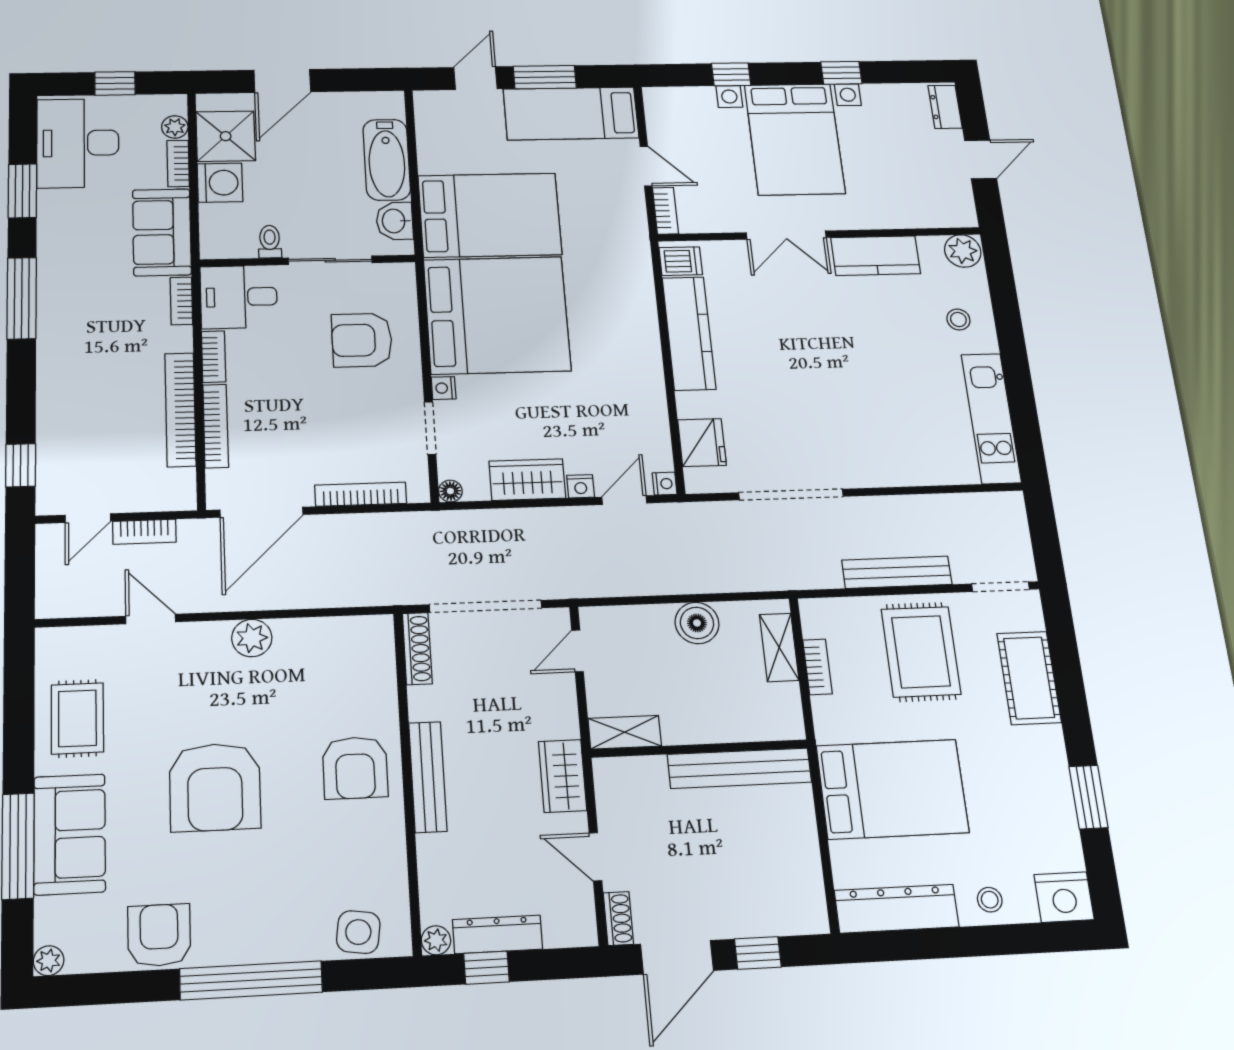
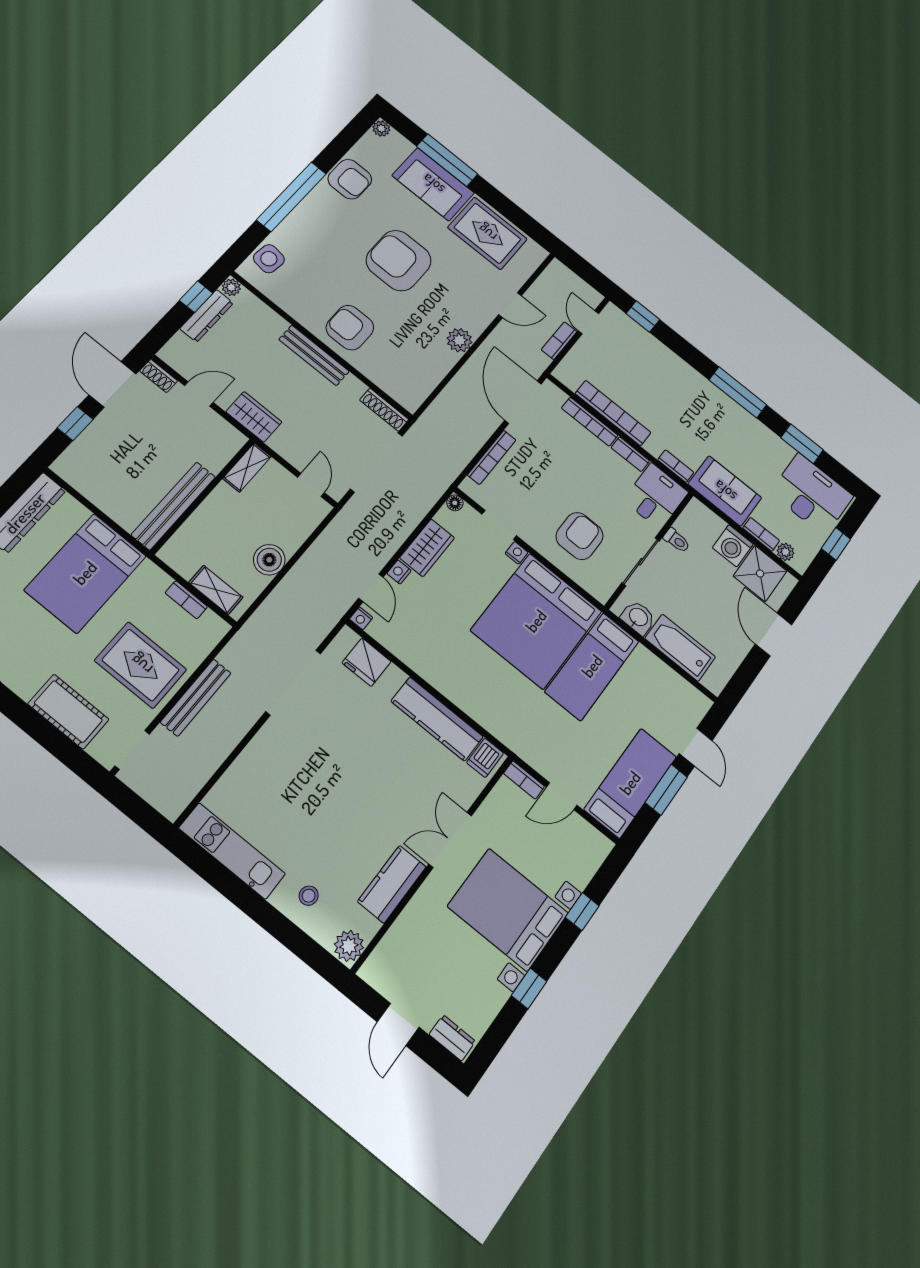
bed: (490, 215) -> (592, 666), width x0.67
rug: (77, 718) -> (487, 233), width x1.36, depth x1.43

